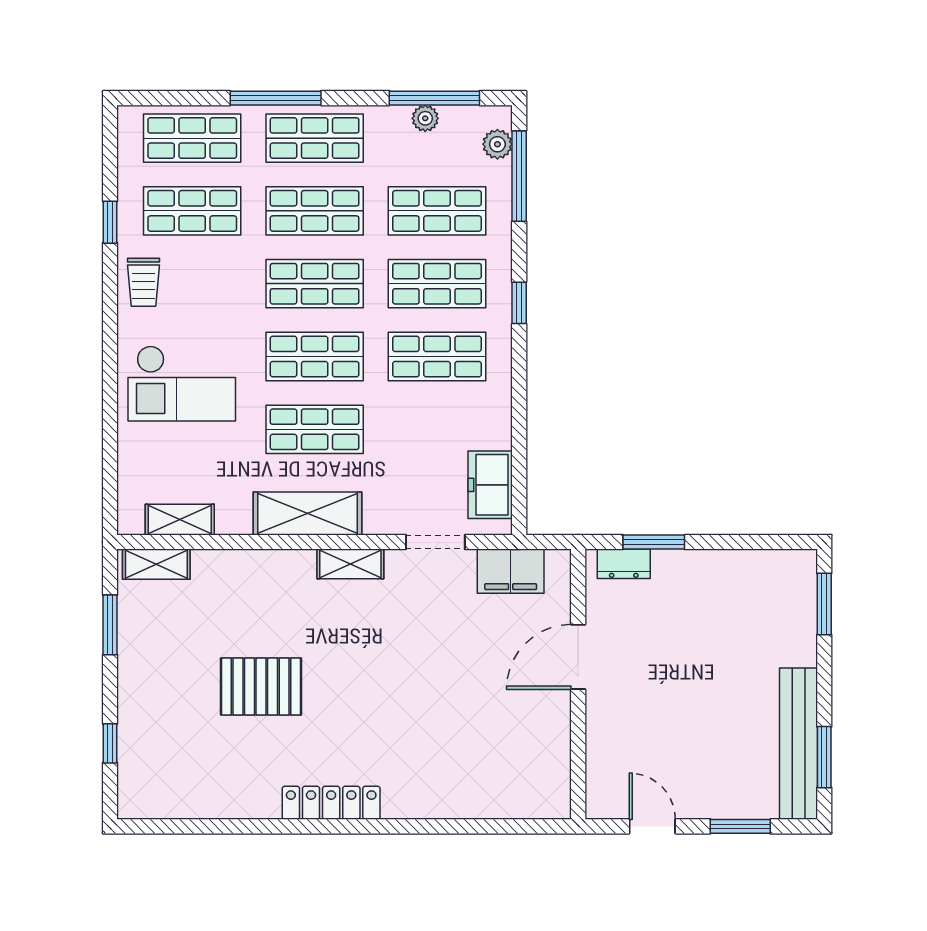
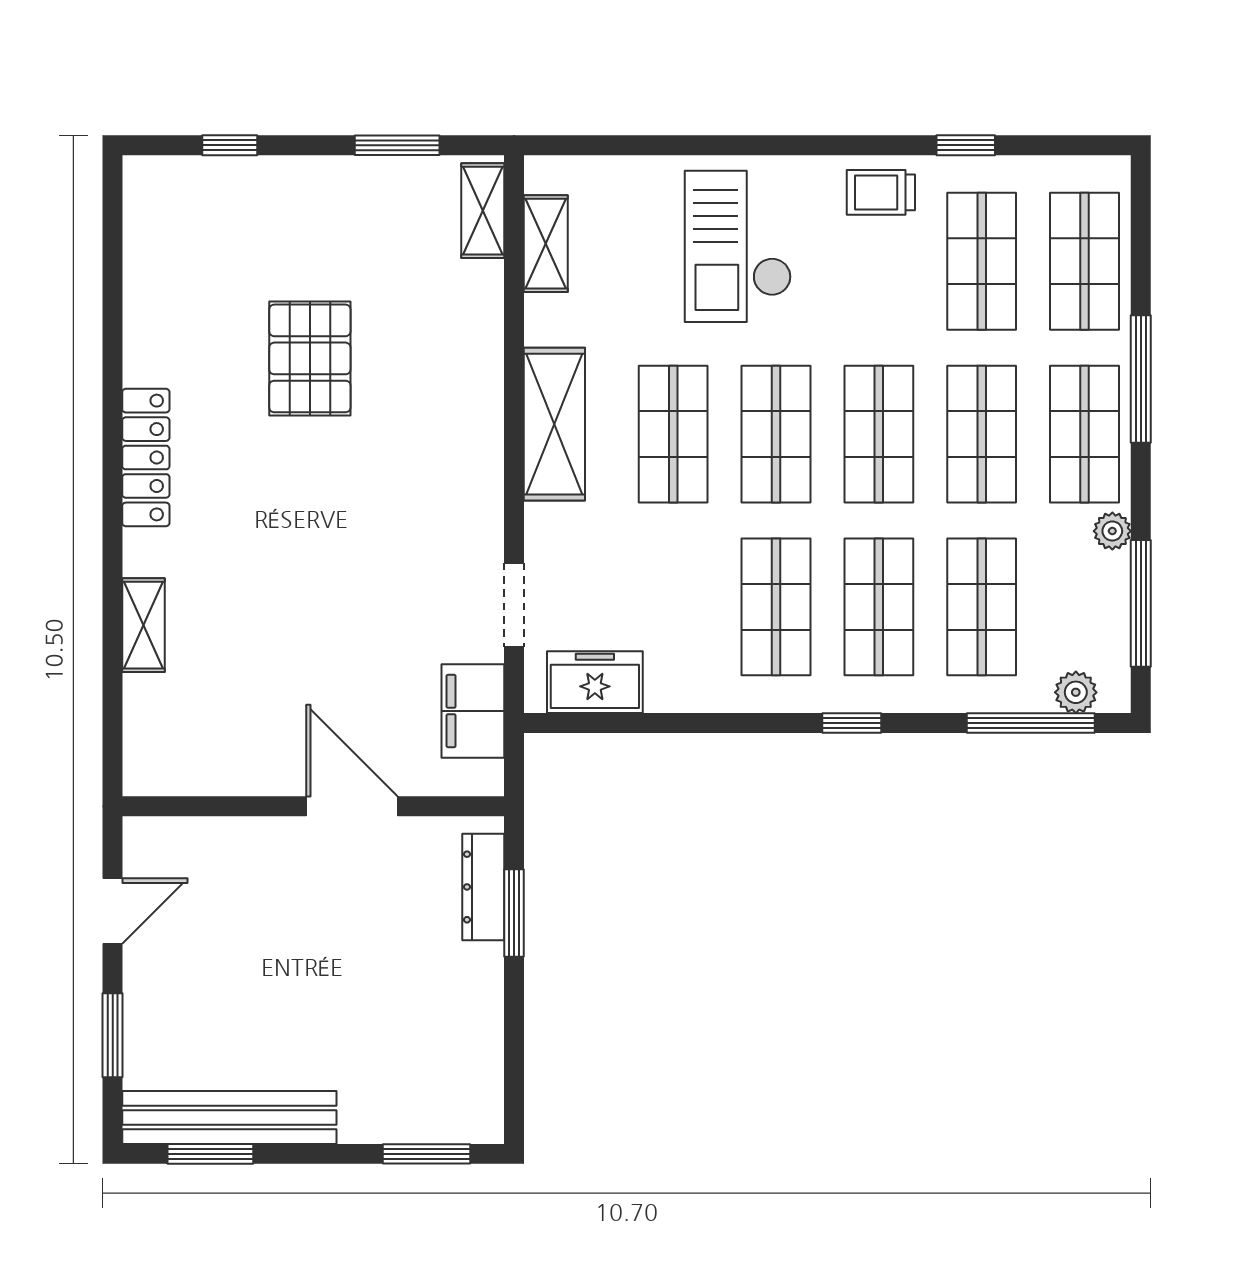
plant: (425, 118) -> (1112, 531), moved
shelving: (350, 564) -> (144, 625), moved
dresser: (624, 564) -> (483, 887), width x1.44

